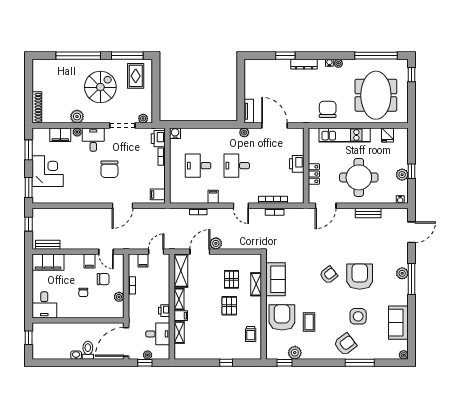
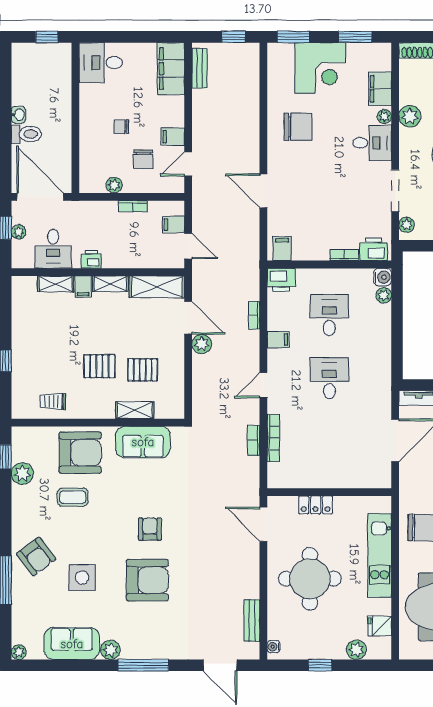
plant: (244, 133) -> (384, 295), moved
printer: (297, 164) -> (281, 280), moved, turned 180
chair: (109, 169) -> (298, 127), moved, turned 180
plant: (402, 175) -> (356, 650), moved
bench: (368, 213) -> (252, 621), moved
plant: (402, 273) -> (110, 650), moved
armchair: (329, 275) -> (150, 529), turned -142

